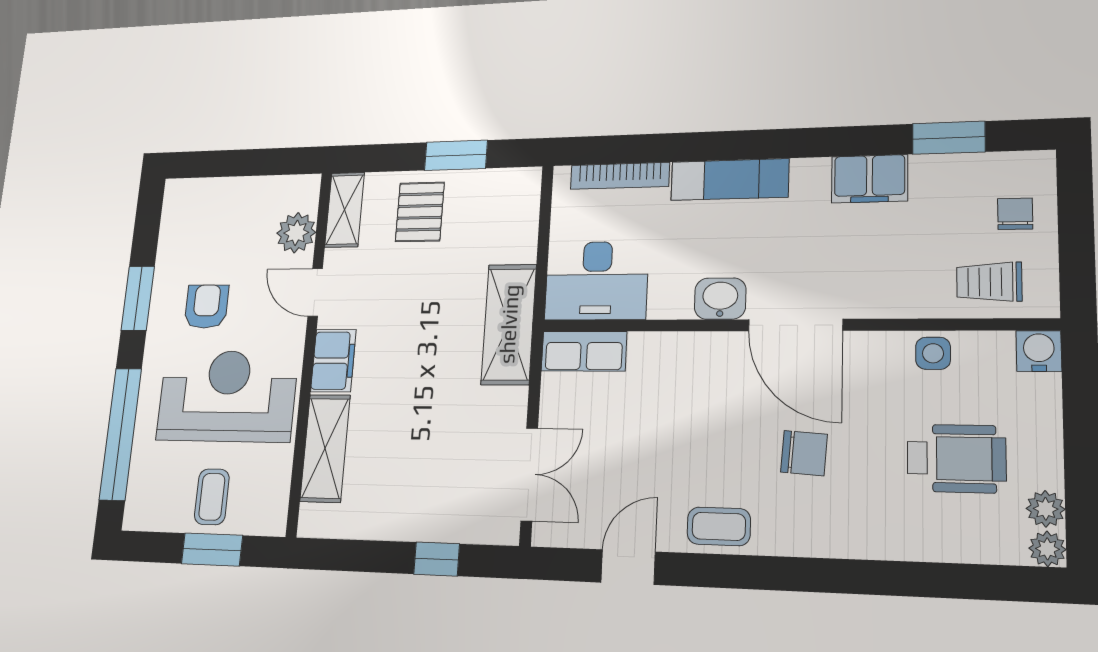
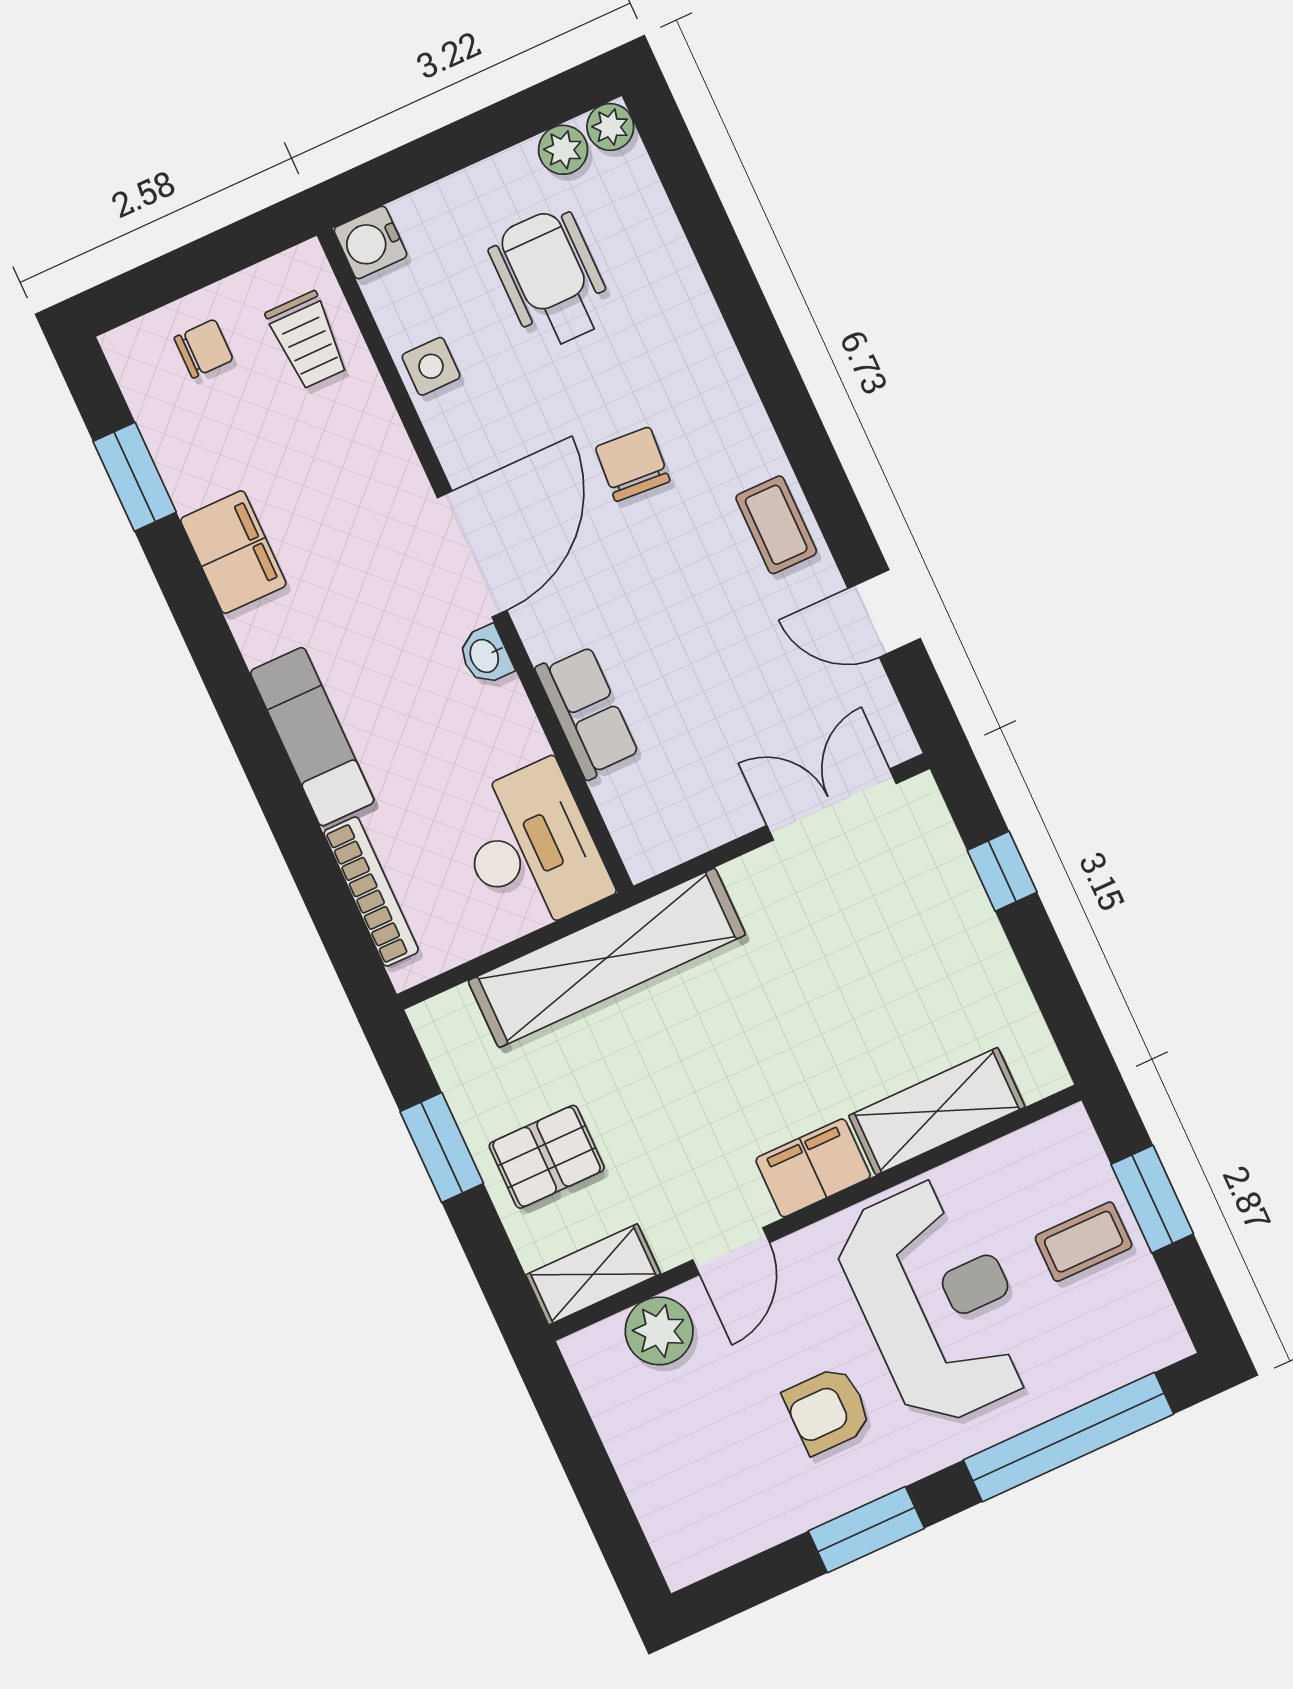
chair: (1015, 214) -> (204, 349), turned 180
washbasin: (720, 299) -> (485, 655), width x0.72, depth x0.69
shelving: (509, 324) -> (607, 958), width x1.47
row of seats: (584, 351) -> (587, 712), moved
reception desk: (227, 396) -> (937, 1302), turned 180

